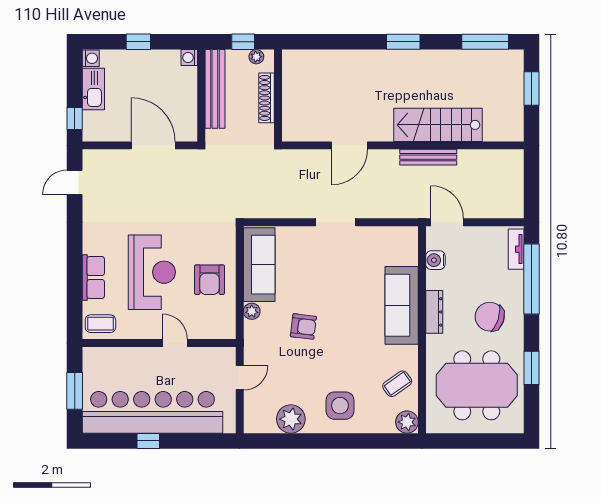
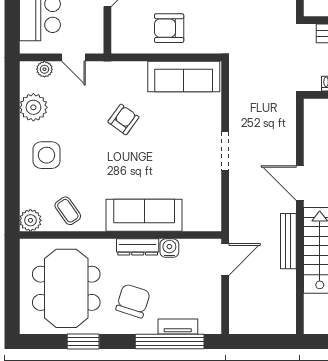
door: (350, 145) -> (300, 183), moved
tv unit: (516, 249) -> (178, 326), moved
water cooler: (435, 260) -> (169, 248), moved
plant: (252, 311) -> (44, 69), moved
armchair: (303, 327) -> (123, 119), turned -151

